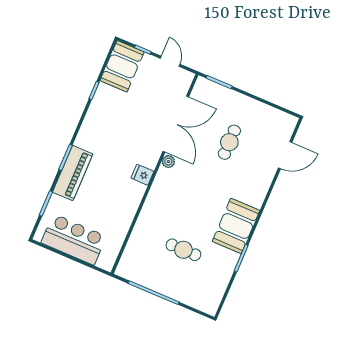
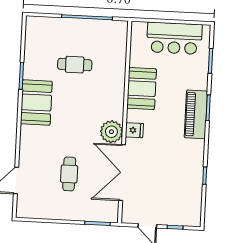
booth: (122, 66) -> (142, 89), moved
plant: (168, 162) -> (111, 132), width x1.88, depth x1.88
piano: (73, 173) -> (196, 114), moved
fridge: (142, 175) -> (134, 130), moved

